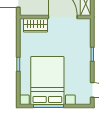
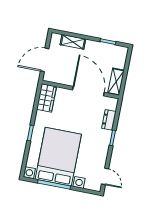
wardrobe: (35, 25) -> (46, 98), moved, turned -90
dresser: (86, 39) -> (109, 120), added

